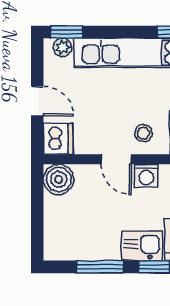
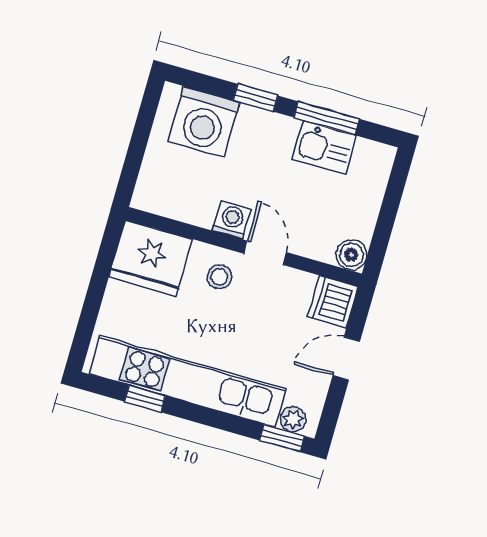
door: (37, 101) -> (346, 358), hinge flipped
boiler: (59, 179) -> (351, 255), width x0.73, depth x0.73
kitchen sink: (142, 246) -> (324, 147), moved

